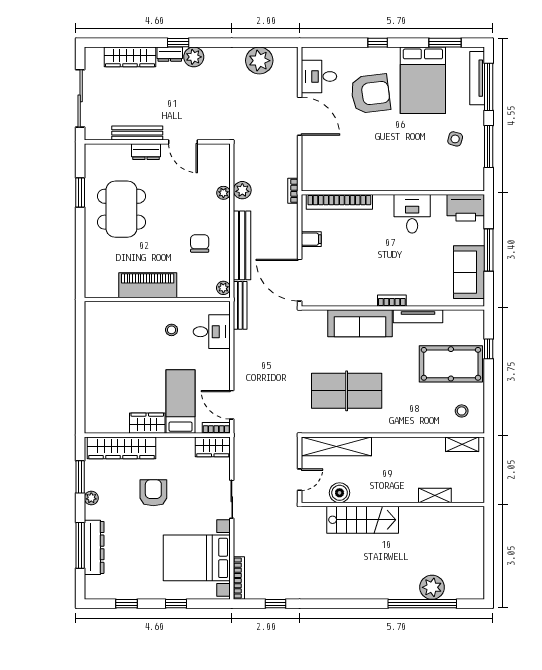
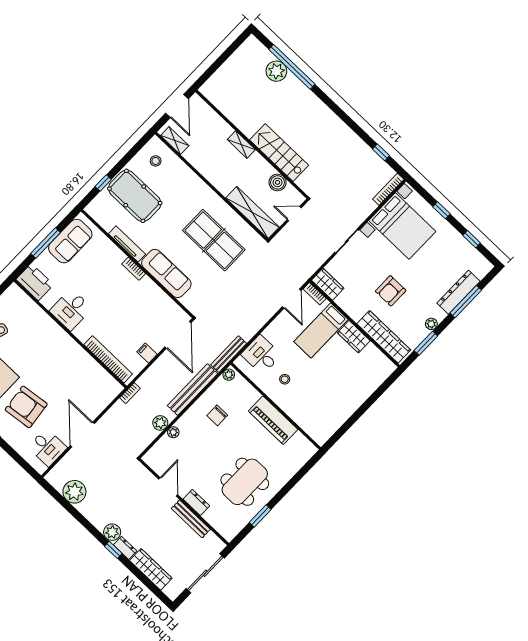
door: (489, 476) -> (177, 106), added
shelving: (435, 496) -> (241, 144), moved

